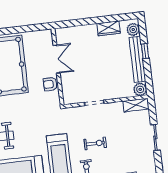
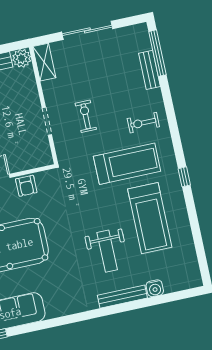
sliding door: (155, 137) -> (87, 30), width x1.37
exercise bike: (95, 143) -> (86, 116), moved

